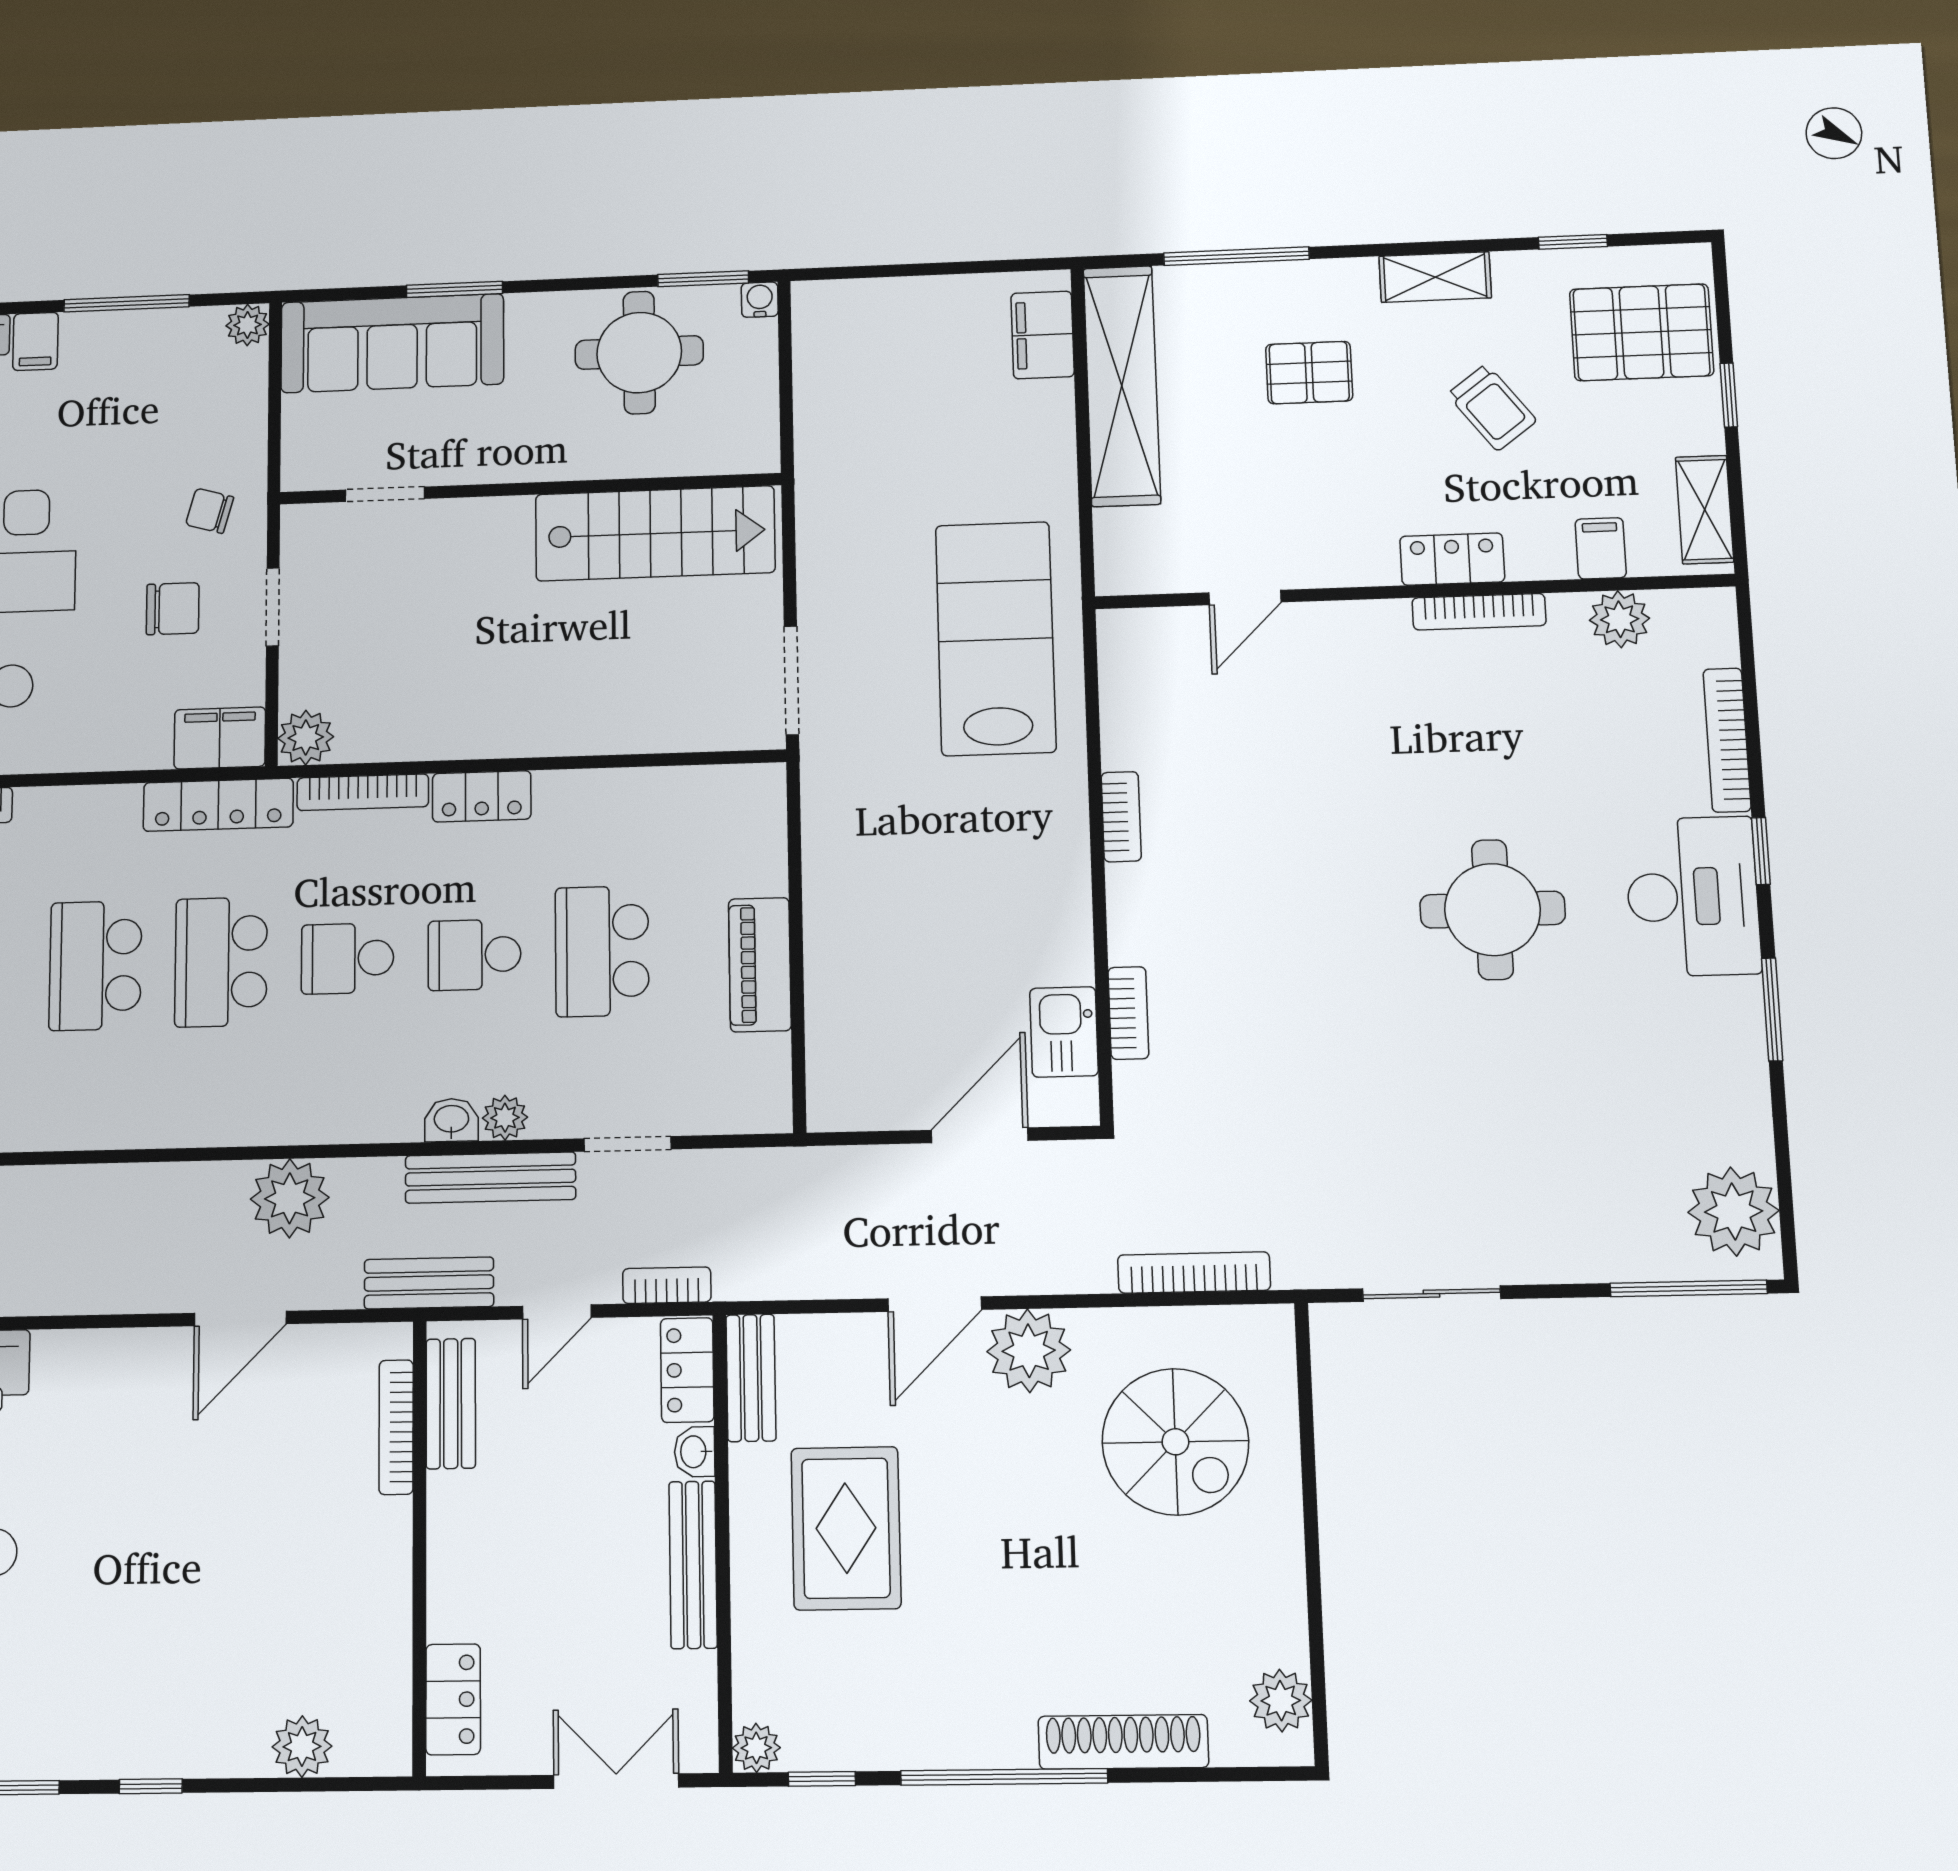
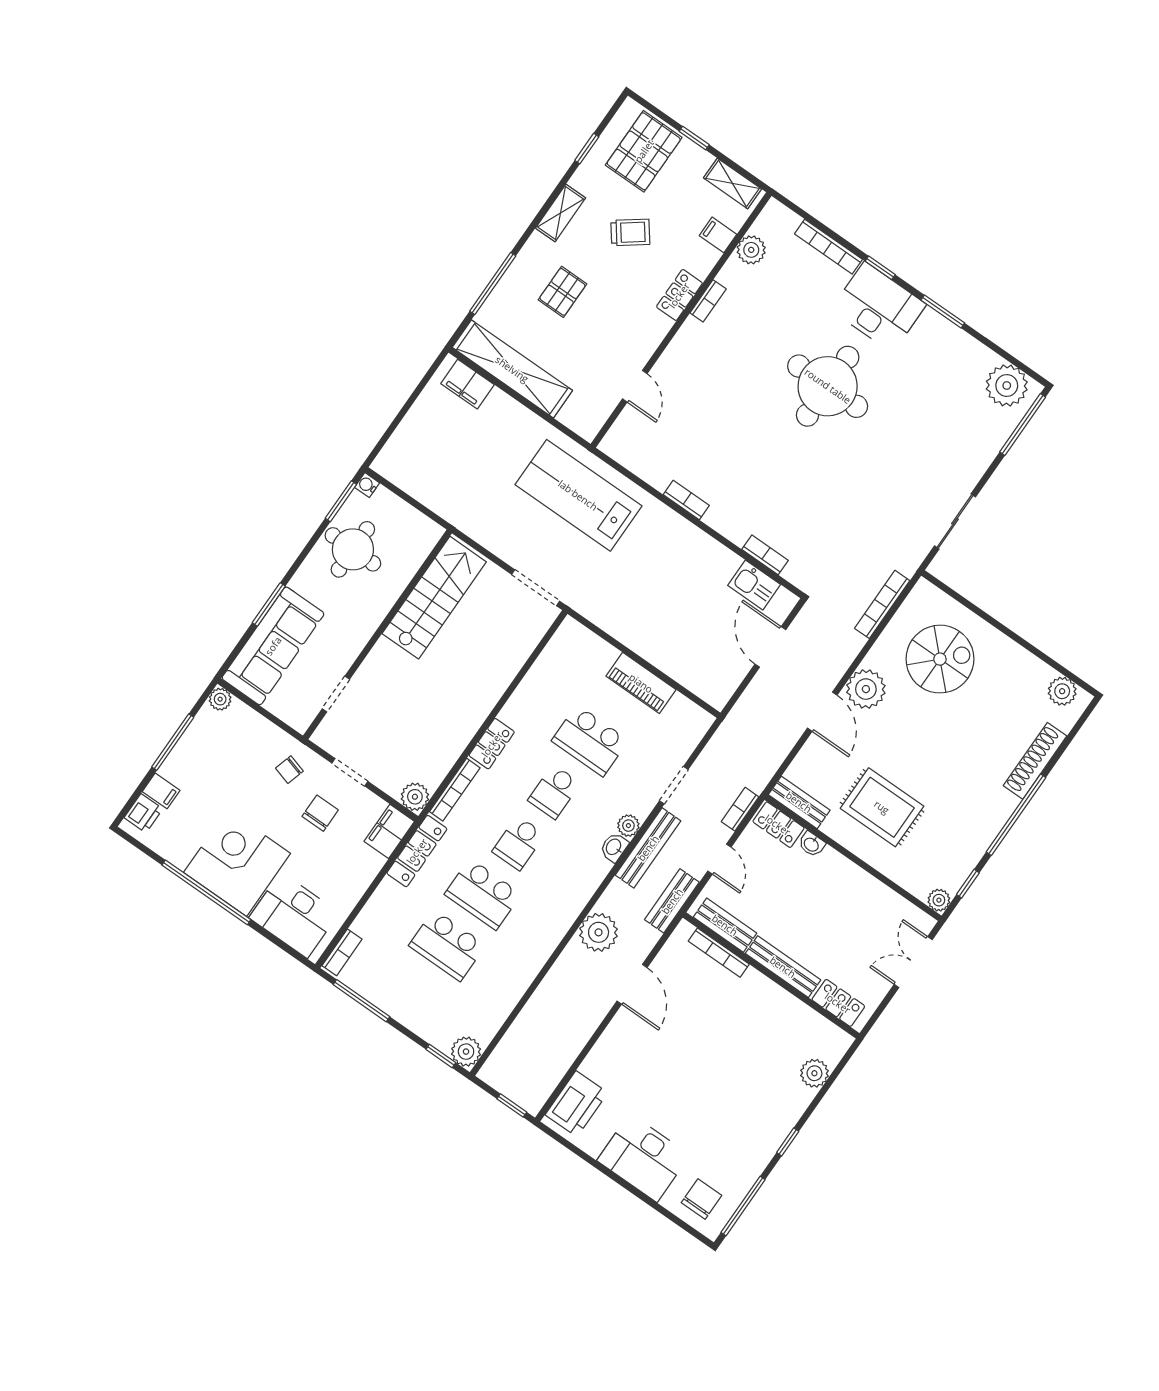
bookcase: (1479, 612) -> (708, 301), width x0.64
round table: (1493, 910) -> (828, 386), width x1.36, depth x1.36
bench: (693, 1565) -> (783, 967), moved

